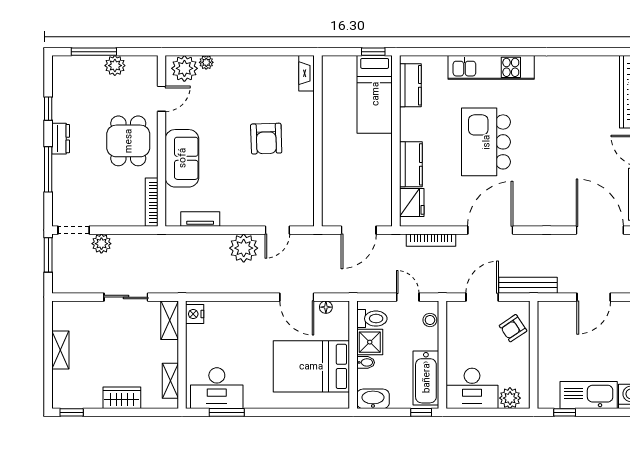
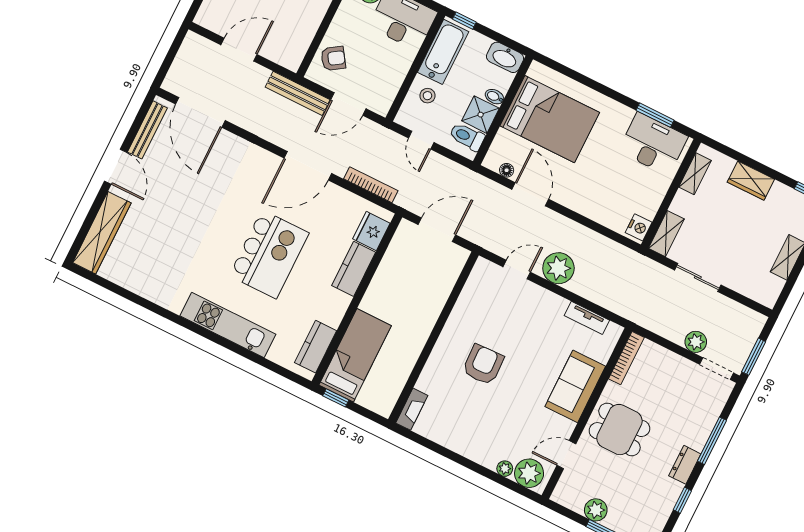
dining table: (128, 141) -> (619, 430), turned 90
stool: (430, 320) -> (427, 96), moved

